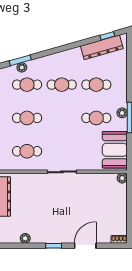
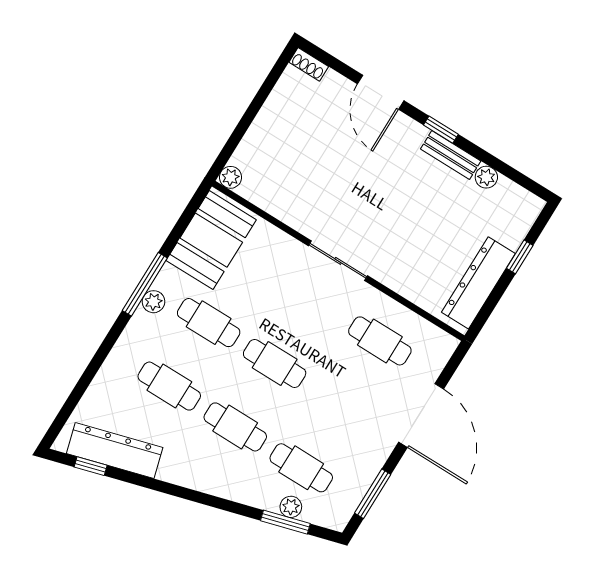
cafe table: (27, 118) -> (275, 363), moved
bench: (44, 238) -> (451, 155), added
door: (85, 246) -> (381, 92), hinge flipped

